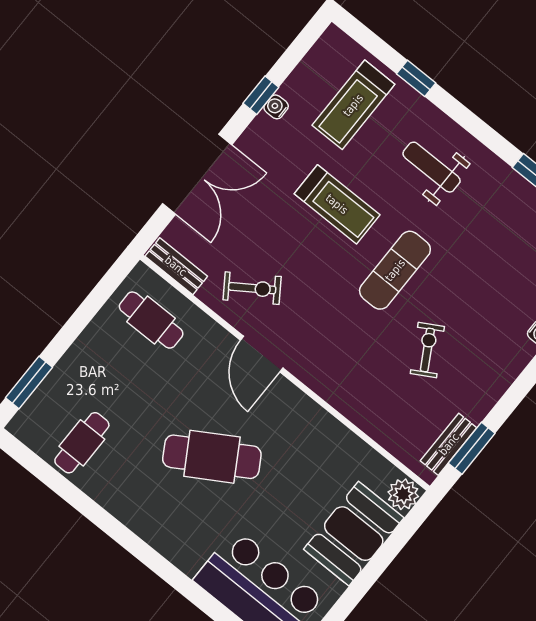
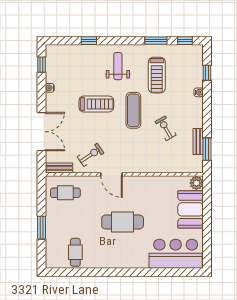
window: (261, 95) -> (42, 65), moved
treadmill: (353, 105) -> (157, 75), moved
weight bench: (432, 167) -> (118, 66), turned 90
window: (29, 383) -> (42, 228), moved
bench: (449, 444) -> (198, 141), moved
cafe table: (212, 457) -> (123, 222), turned 31

